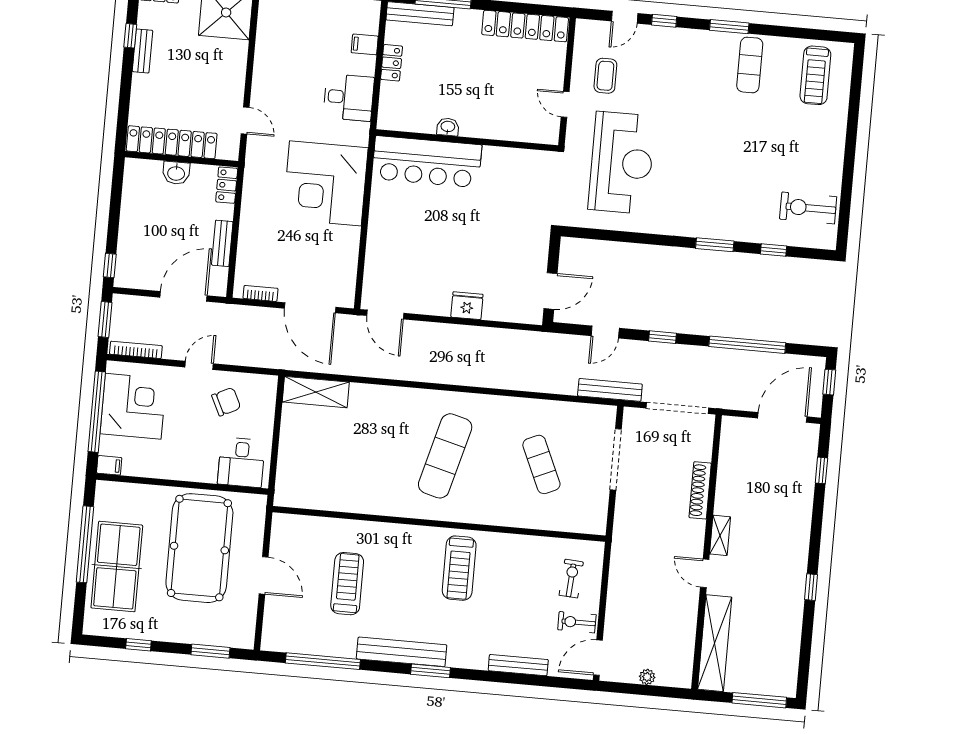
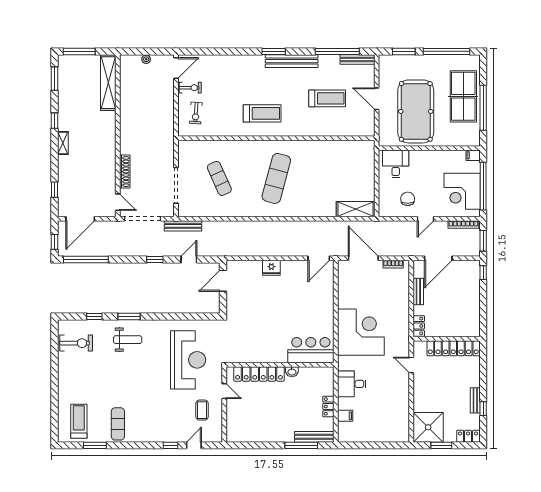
locker: (525, 26) -> (259, 374), moved, turned 180
window: (729, 27) -> (95, 445), moved
bar counter: (427, 162) -> (311, 350), width x0.73
reception desk: (622, 163) -> (188, 360), turned 180
washbasin: (176, 173) -> (449, 331), removed
weight bench: (721, 206) -> (128, 340), added
door: (385, 314) -> (319, 258), swing flipped
window: (747, 345) -> (86, 260), moved
chair: (226, 402) -> (408, 199), turned 116
shelving: (720, 535) -> (63, 143), moved
treadmill: (459, 568) -> (262, 113), turned 90
door: (705, 573) -> (118, 202), moved
treadmill: (347, 584) -> (327, 98), turned -90
window: (138, 645) -> (446, 51), width x3.17
window: (805, 658) -> (55, 79), added
bench: (518, 665) -> (357, 59), moved

